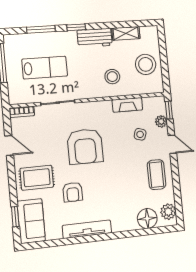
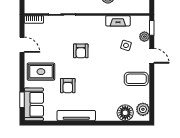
armchair: (85, 146) -> (81, 51), width x0.53, depth x0.53
coffee table: (157, 175) -> (136, 79), turned 90

